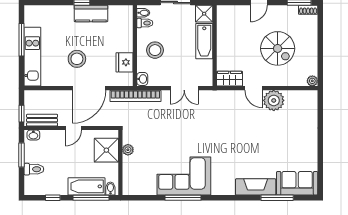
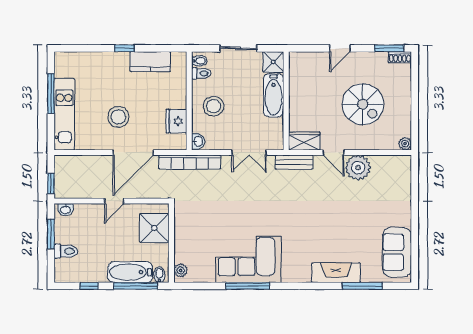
kitchen counter: (91, 13) -> (150, 62), moved
bench: (42, 120) -> (294, 162), moved
plant: (128, 150) -> (181, 270), moved
sofa: (297, 183) -> (397, 252), moved, turned -90

